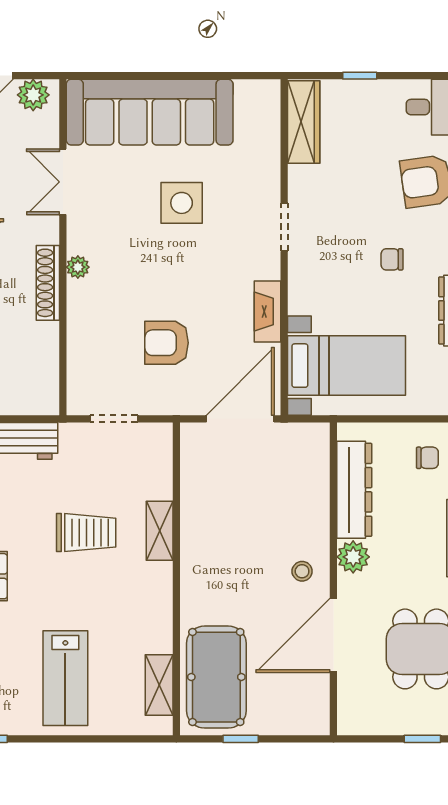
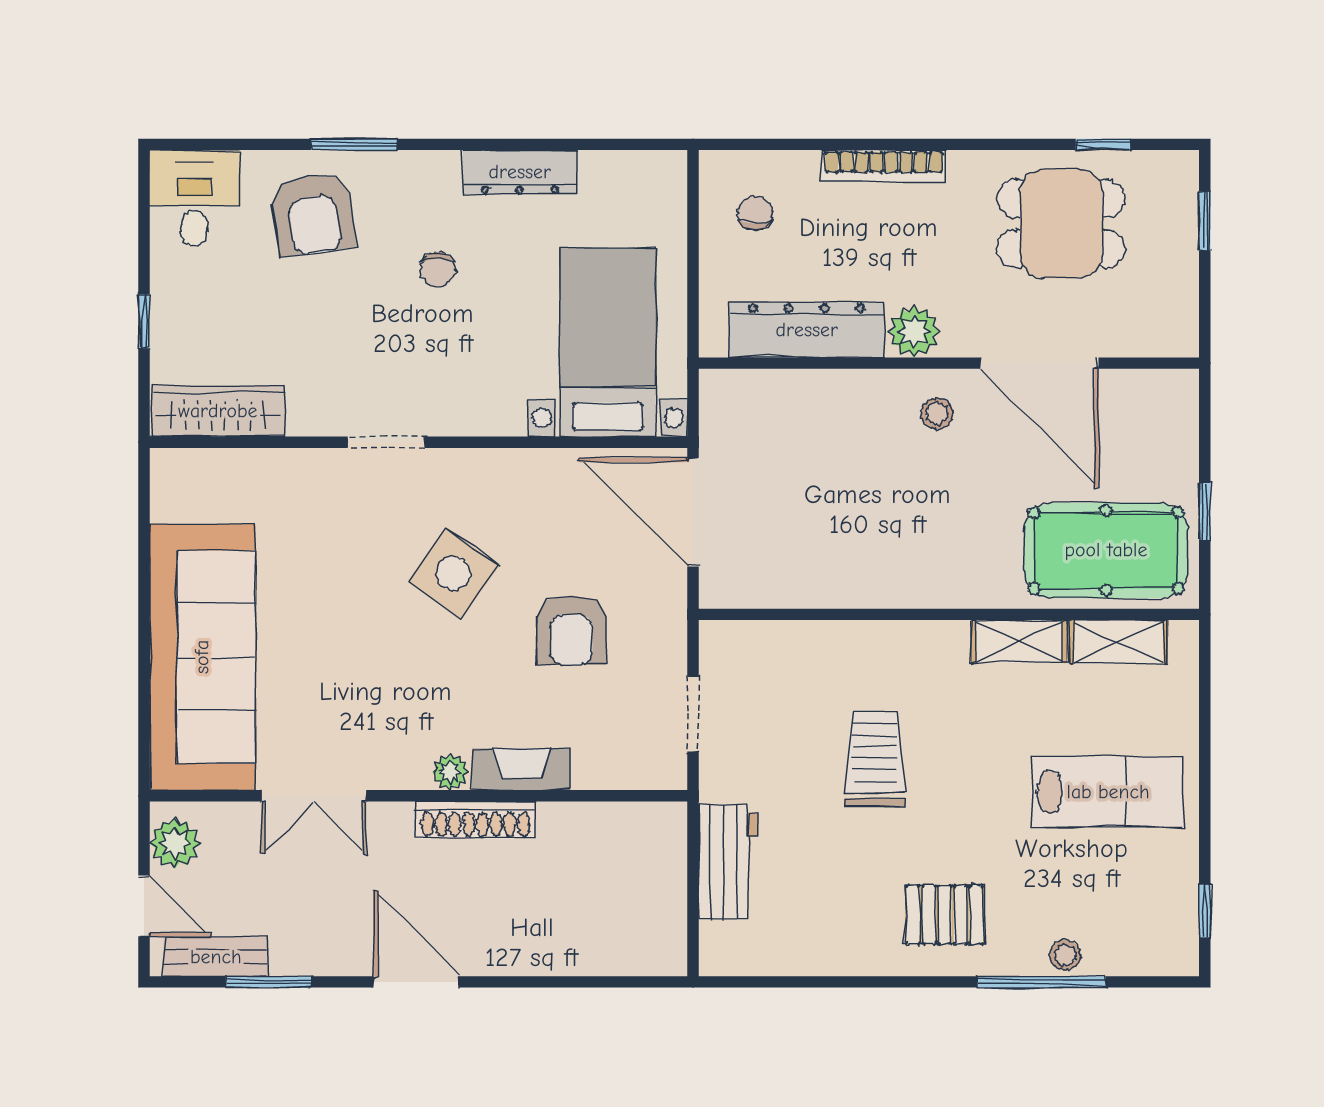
side table: (182, 203) -> (454, 573), moved, turned 36
fireplace: (267, 312) -> (521, 769), moved, turned 180
shelving: (160, 531) -> (1019, 641), moved

